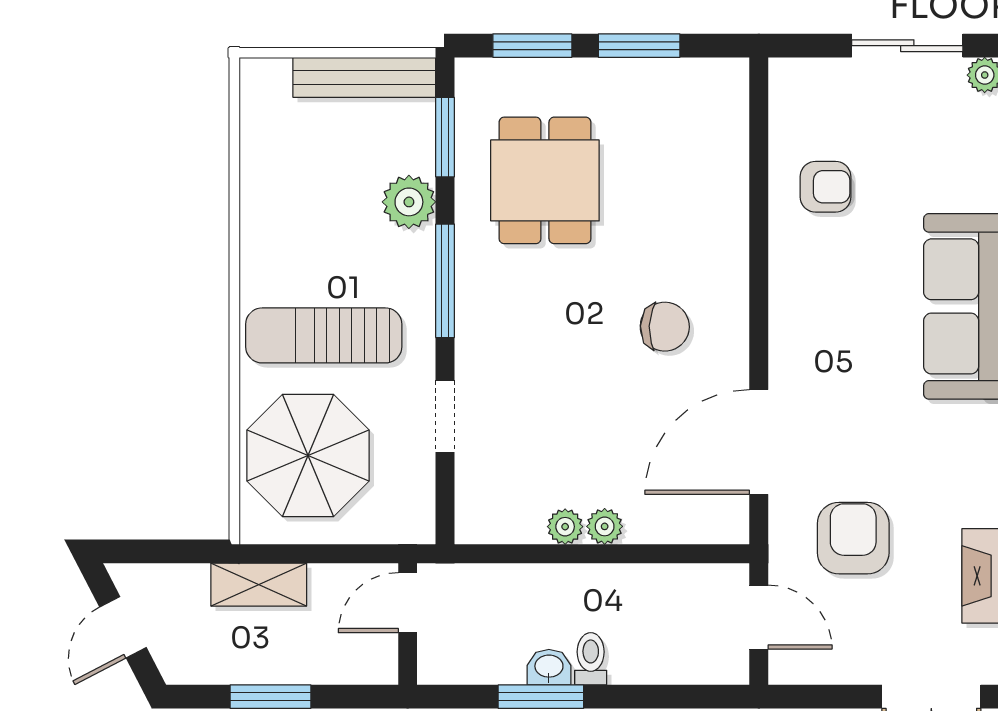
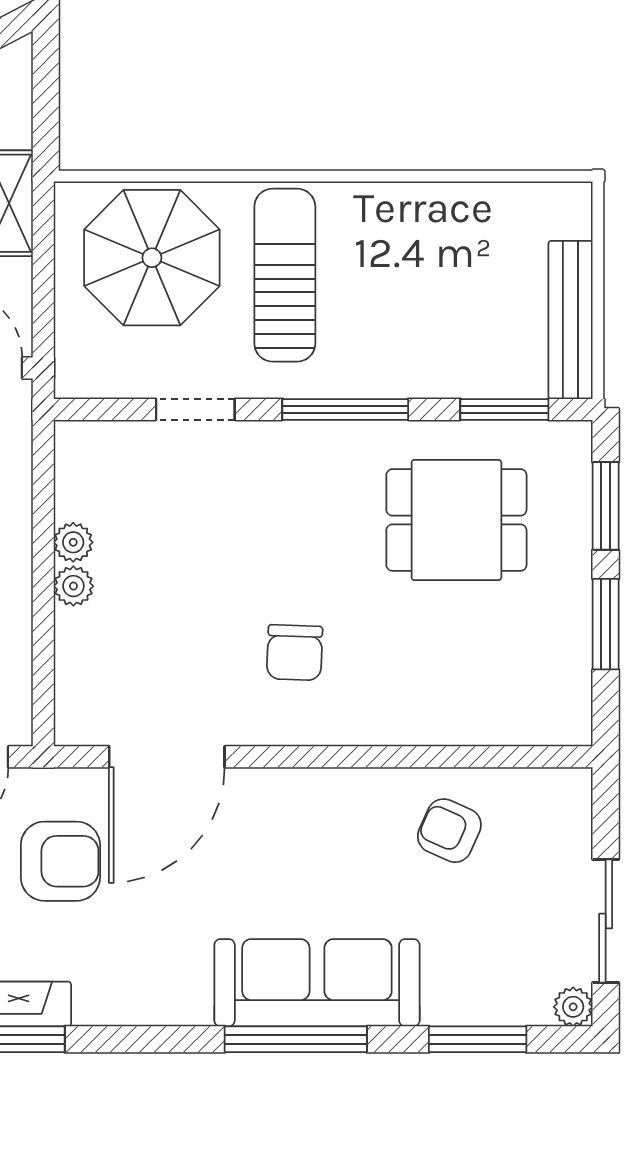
armchair: (826, 187) -> (449, 831), turned 114
plant: (409, 202) -> (433, 369), removed
door: (759, 442) -> (167, 757), swing flipped

